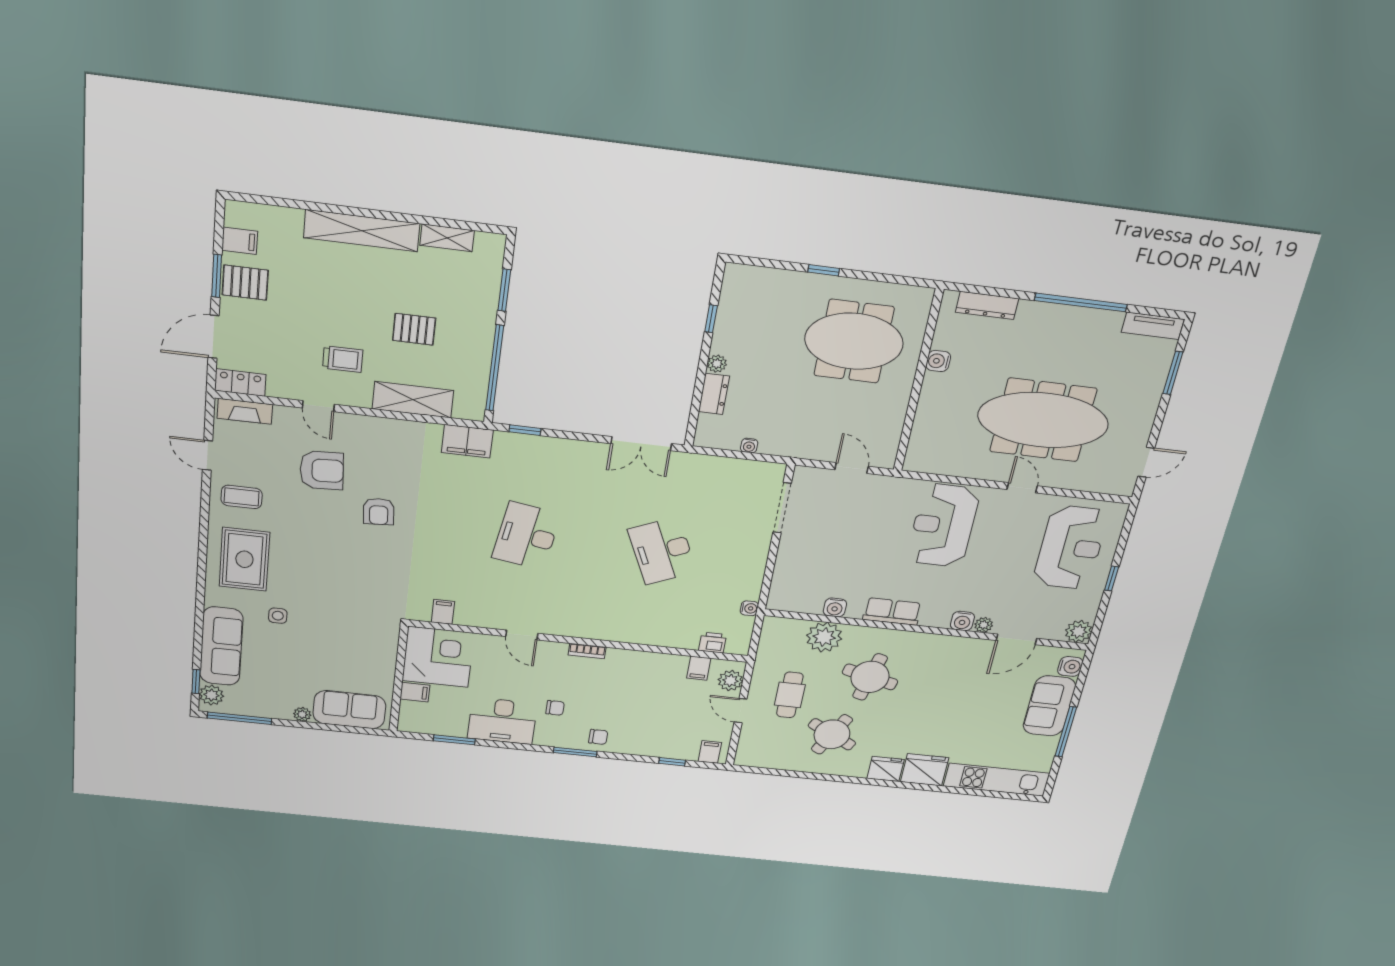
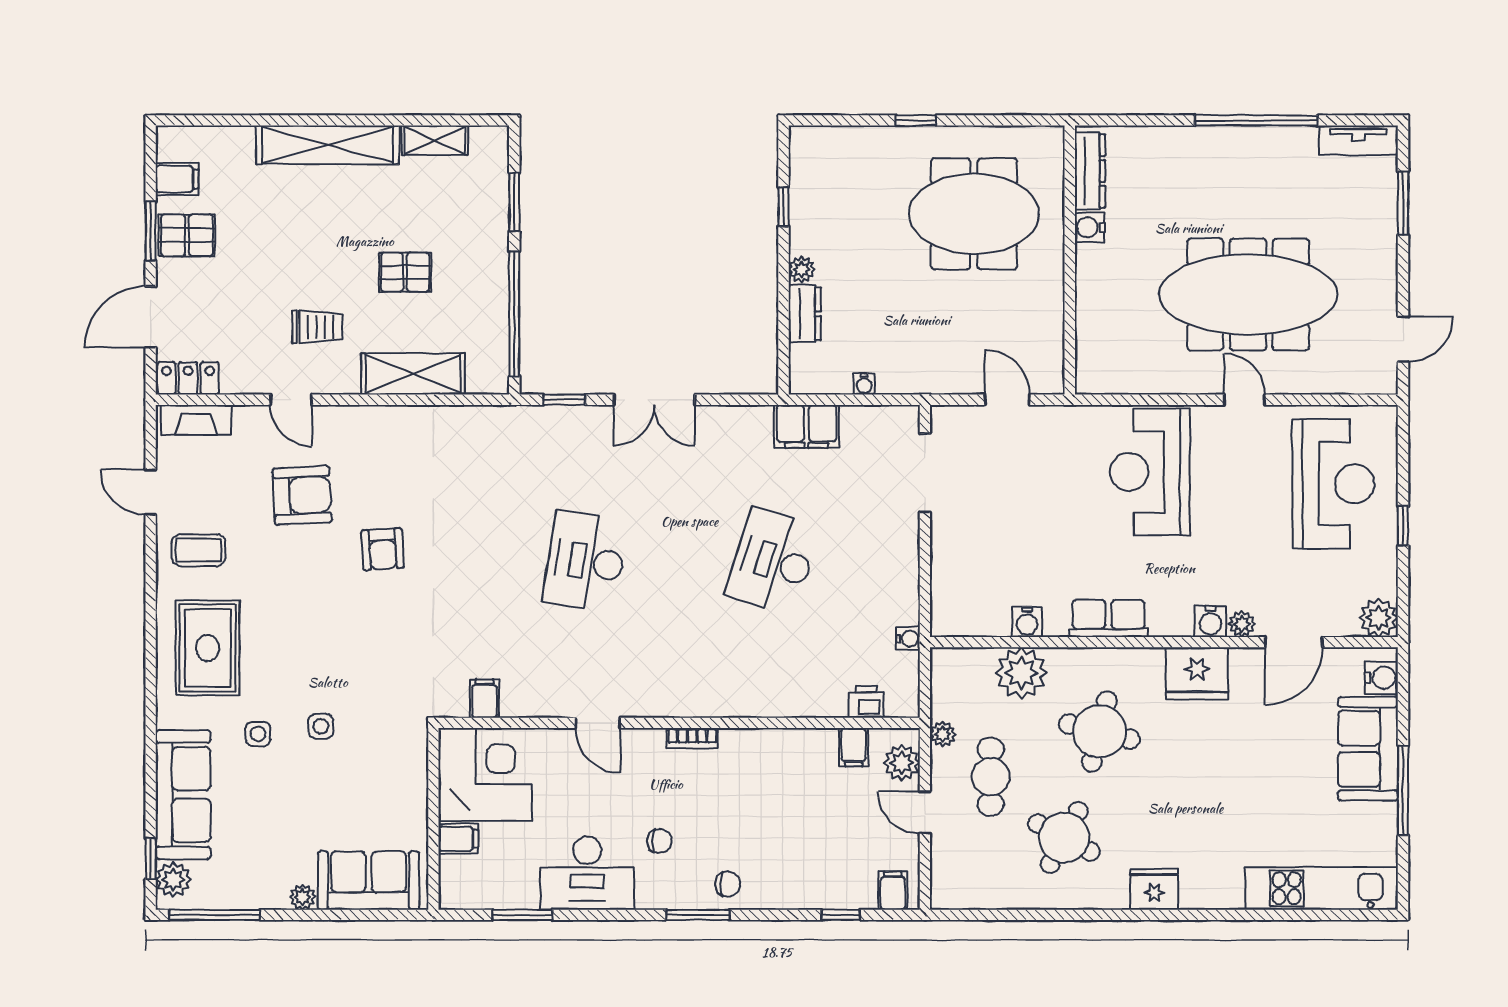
dresser: (987, 305) -> (1090, 171), moved, turned -90
filing cabinet: (467, 441) -> (807, 426), moved
double door: (641, 444) -> (654, 400), moved
desk: (662, 551) -> (773, 561), turned 42
side table: (324, 616) -> (321, 726), added
plant: (762, 667) -> (943, 734), added
fridge: (925, 770) -> (1197, 673), moved, turned 180

